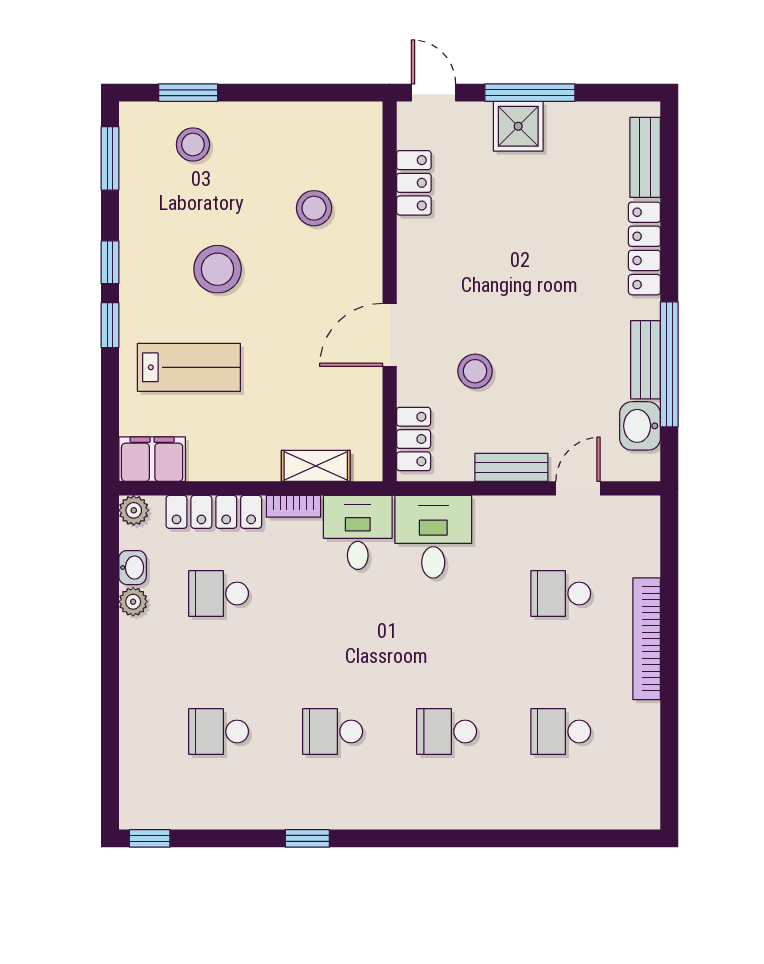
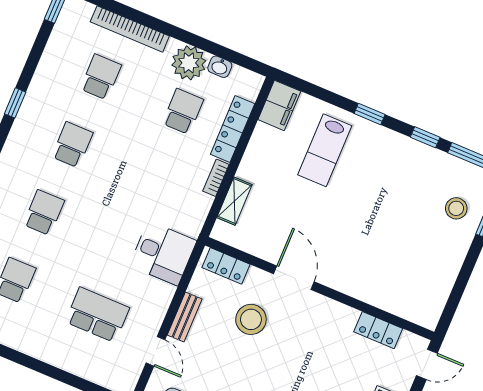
stool: (314, 208) -> (388, 264), removed
window: (110, 262) -> (425, 137), moved
stool: (218, 269) -> (376, 192), removed
stool: (475, 371) -> (251, 319), width x1.38, depth x1.38
plant: (134, 510) -> (254, 82), removed
desk: (358, 532) -> (184, 209), removed
school desk: (561, 594) -> (97, 315), width x1.85
plant: (133, 602) -> (189, 63), width x1.88, depth x1.88
bookcase: (647, 639) -> (130, 29), moved, turned 180

